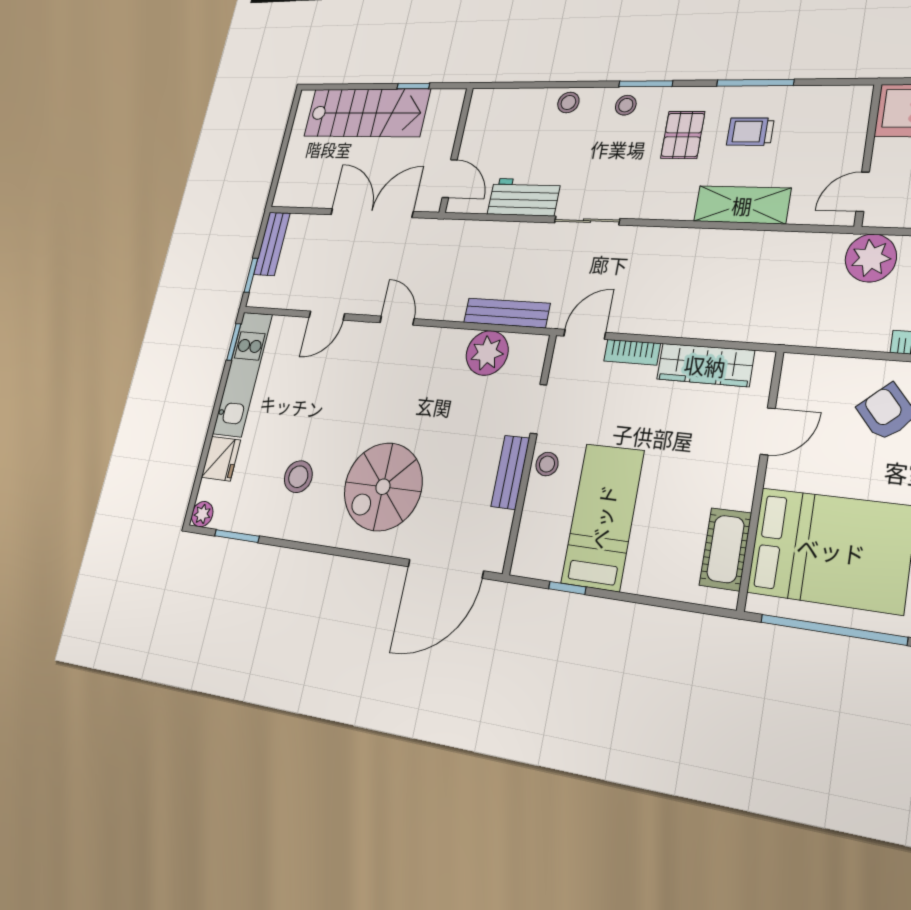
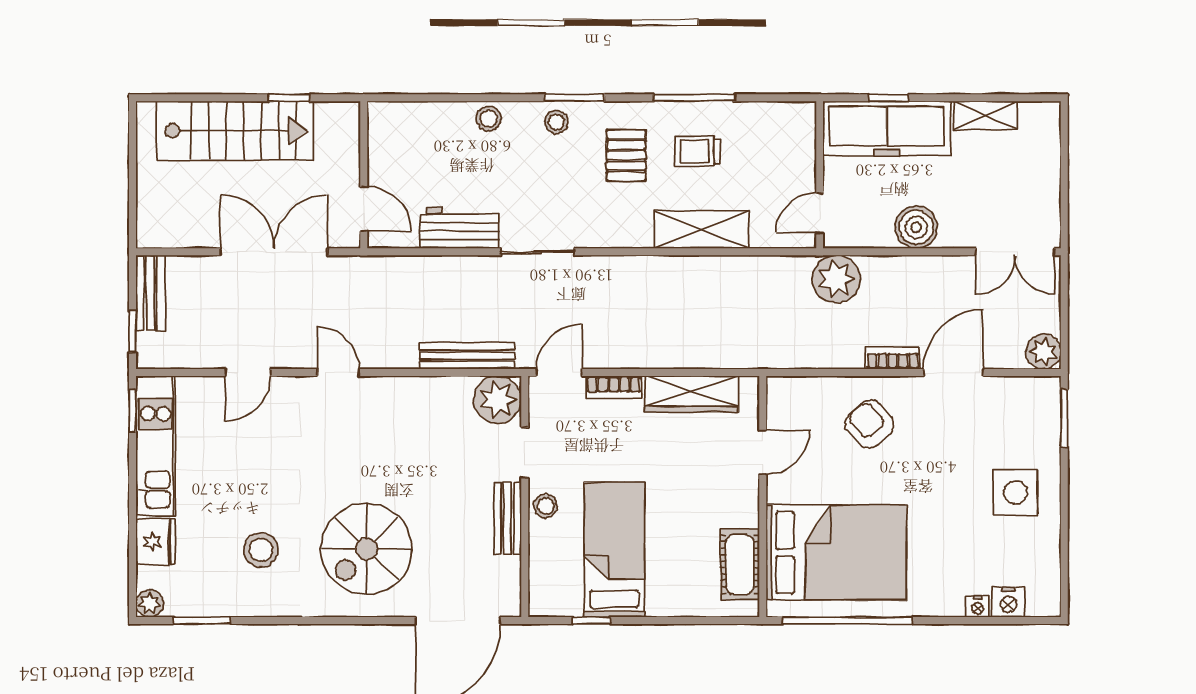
plant: (487, 353) -> (498, 400), moved

